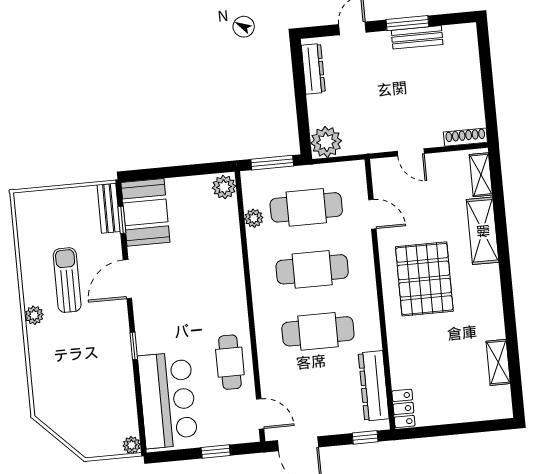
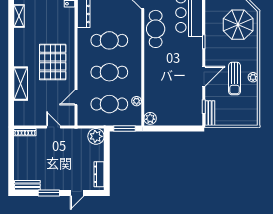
bench: (417, 37) -> (27, 185), moved
shelving: (481, 175) -> (19, 112), removed
booth: (145, 212) -> (191, 109), removed
door: (372, 214) -> (76, 97), hinge flipped
plant: (34, 315) -> (253, 77), moved
cafe table: (230, 362) -> (156, 29), width x1.37, depth x1.35
parasol: (70, 386) -> (238, 25), added

